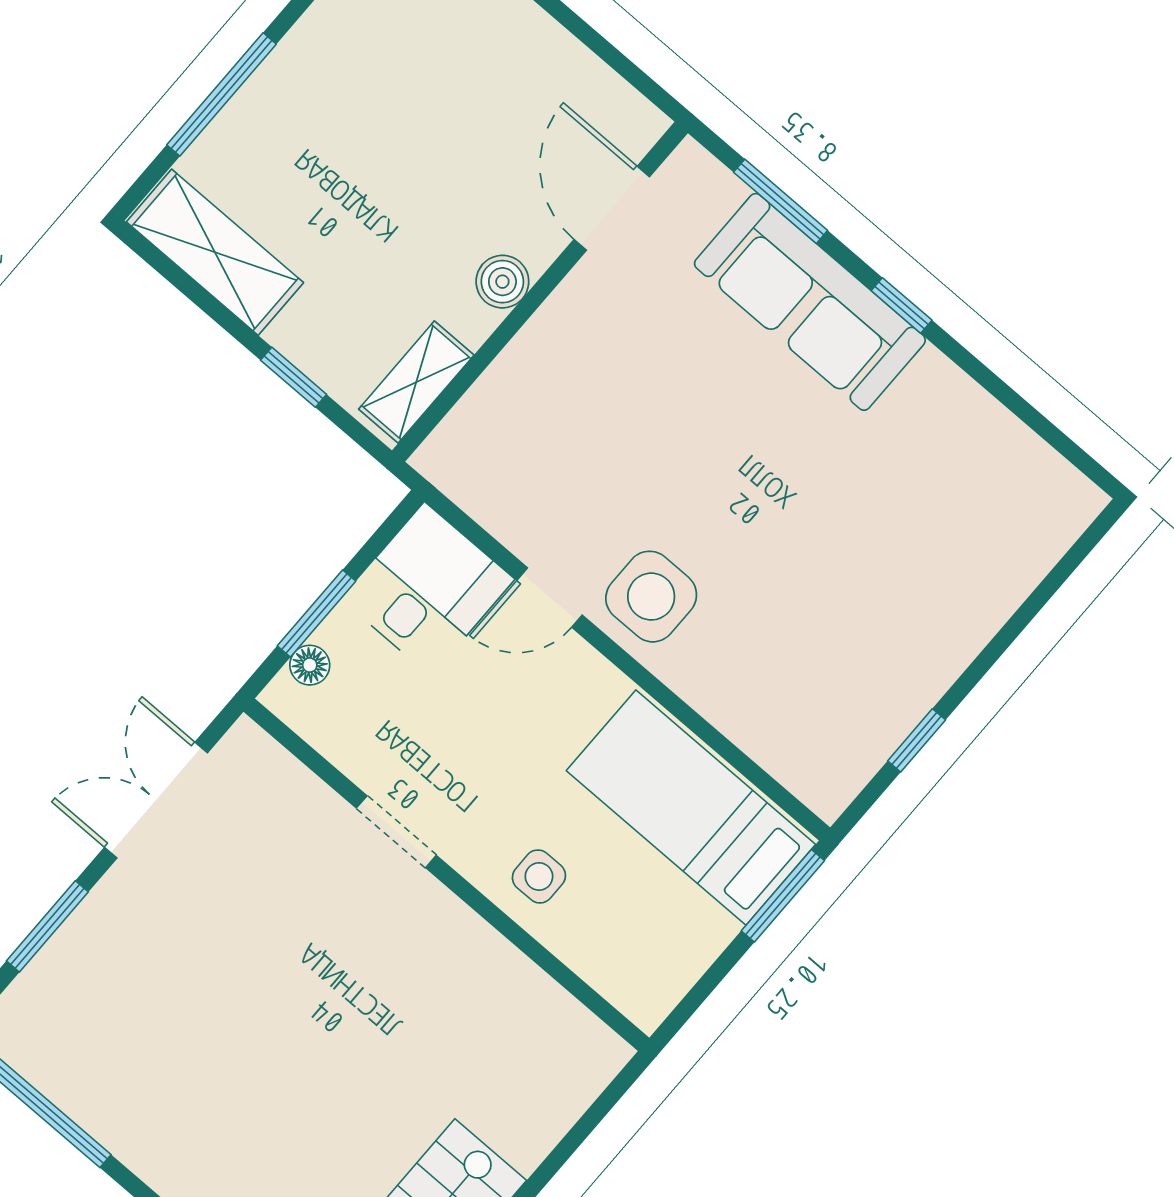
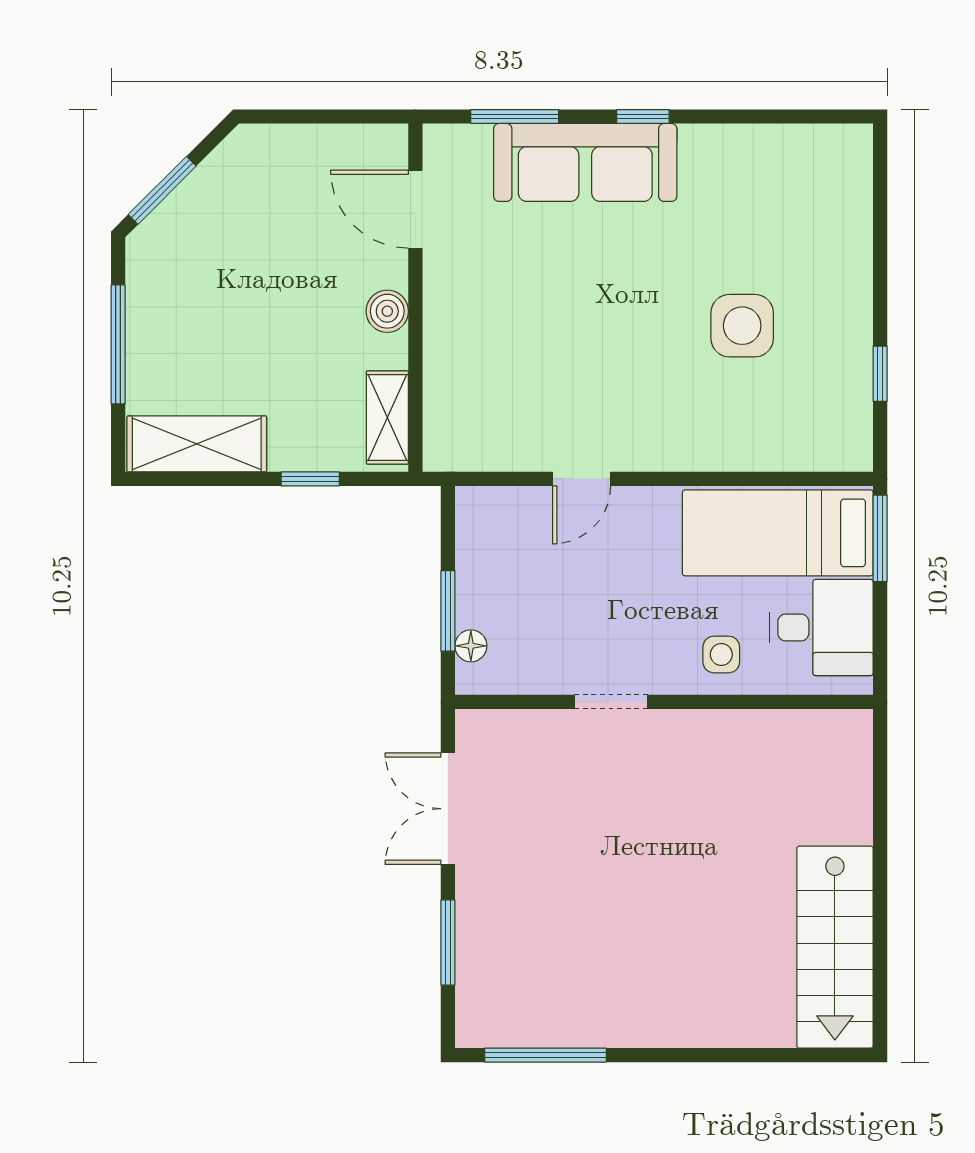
desk: (428, 589) -> (821, 628), moved, turned 90
side table: (651, 597) -> (742, 326), moved

